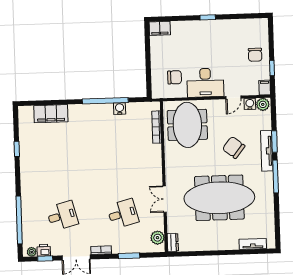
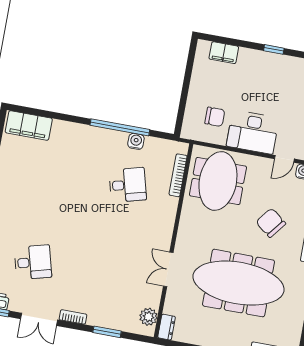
filing cabinet: (160, 28) -> (224, 53), moved
filing cabinet: (51, 114) -> (29, 125), moved
desk: (123, 214) -> (128, 185), moved

